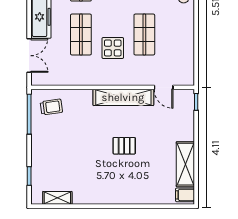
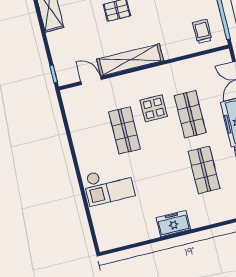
trolley: (51, 107) -> (202, 31), turned 98

